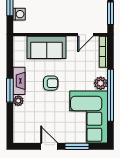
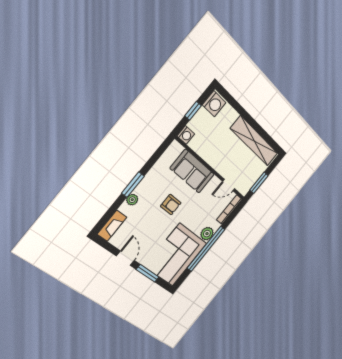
washing machine: (19, 14) -> (186, 135), moved
fireplace: (19, 81) -> (112, 226), moved

